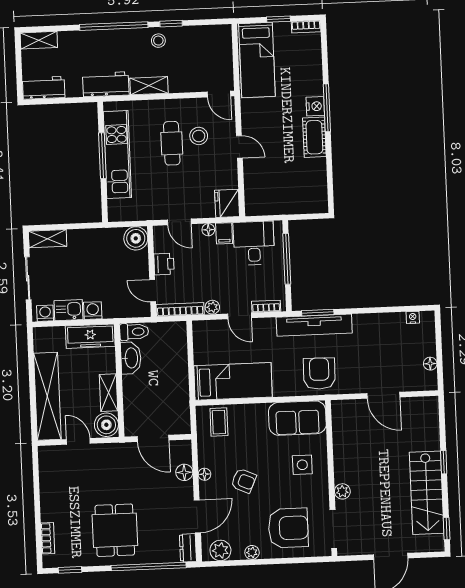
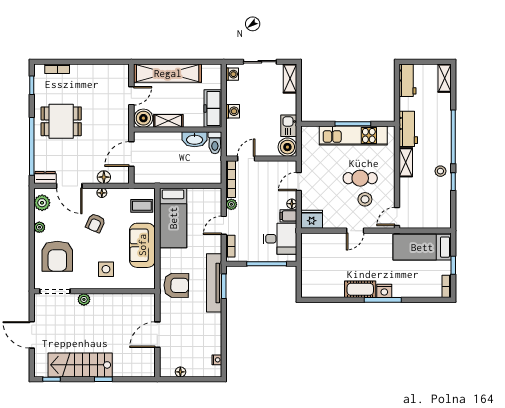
printer: (164, 264) -> (266, 168), removed
kitchen sink: (69, 310) -> (289, 126), moved, turned 180
sofa: (297, 418) -> (142, 245), moved

